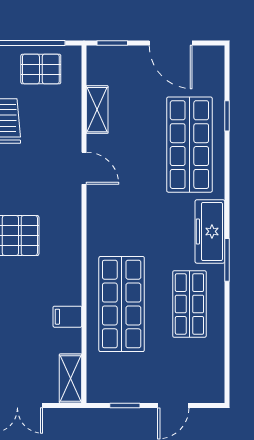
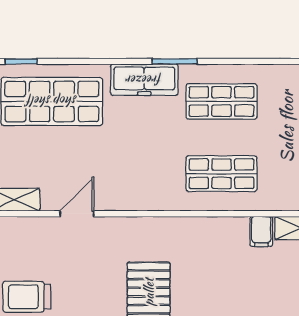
shop shelf: (122, 304) -> (222, 174), width x0.70, depth x0.74
filing cabinet: (67, 317) -> (261, 231), moved

